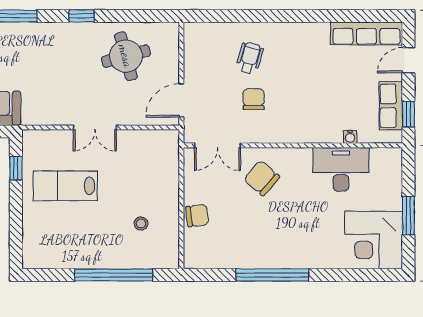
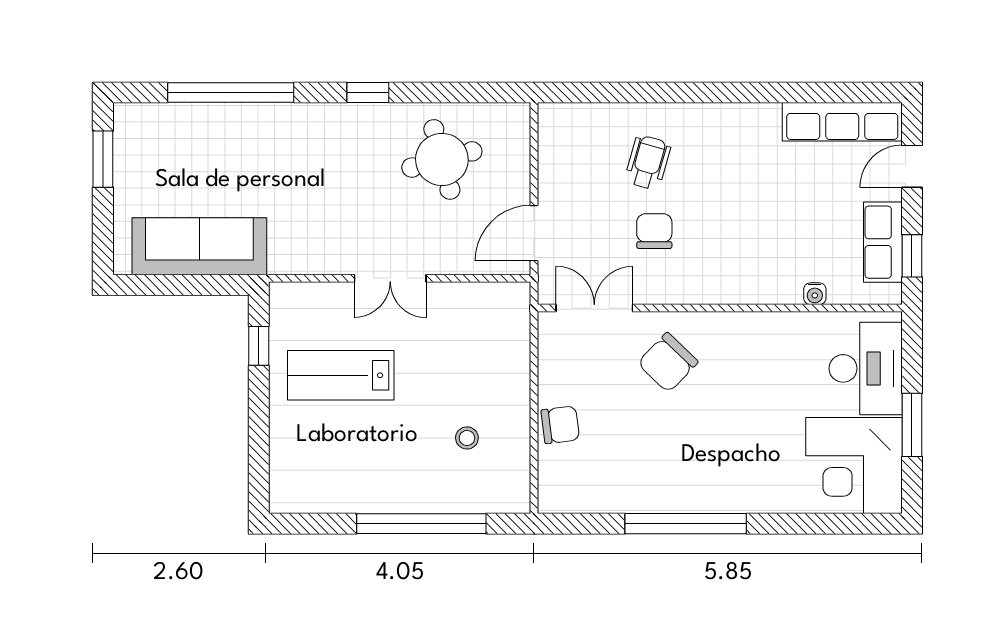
double door: (218, 145) -> (594, 308), swing flipped
desk: (341, 169) -> (866, 368), moved, turned 90
chair: (262, 178) -> (668, 363), turned -86

